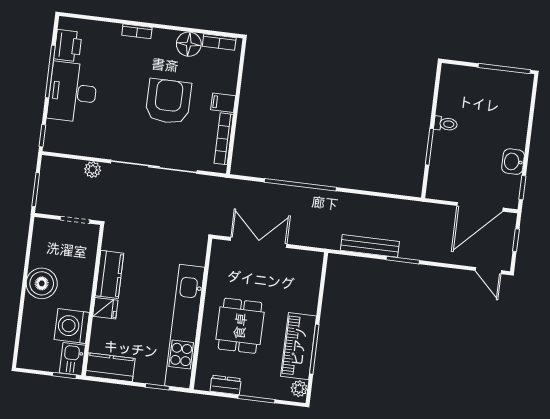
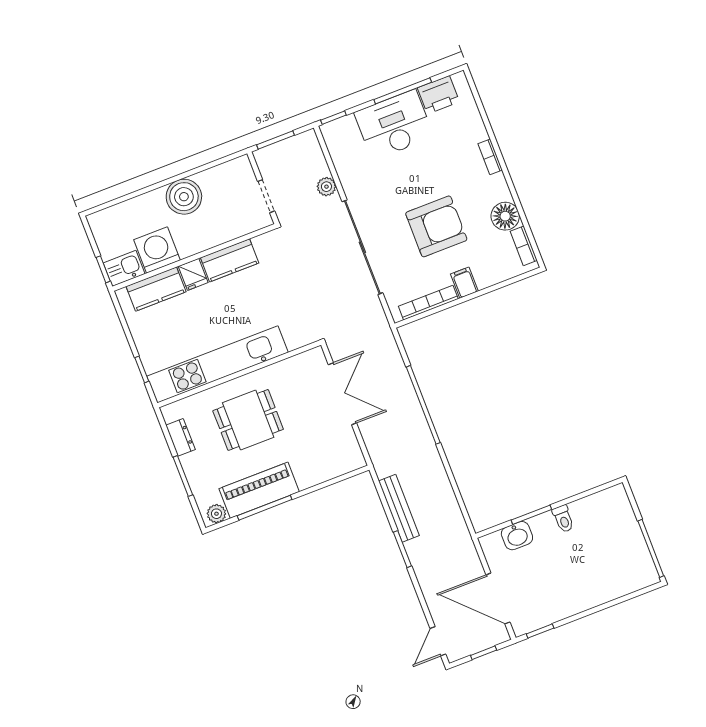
washbasin: (513, 162) -> (517, 536), moved, turned 180
kitchen counter: (110, 367) -> (156, 289), moved, turned 90

